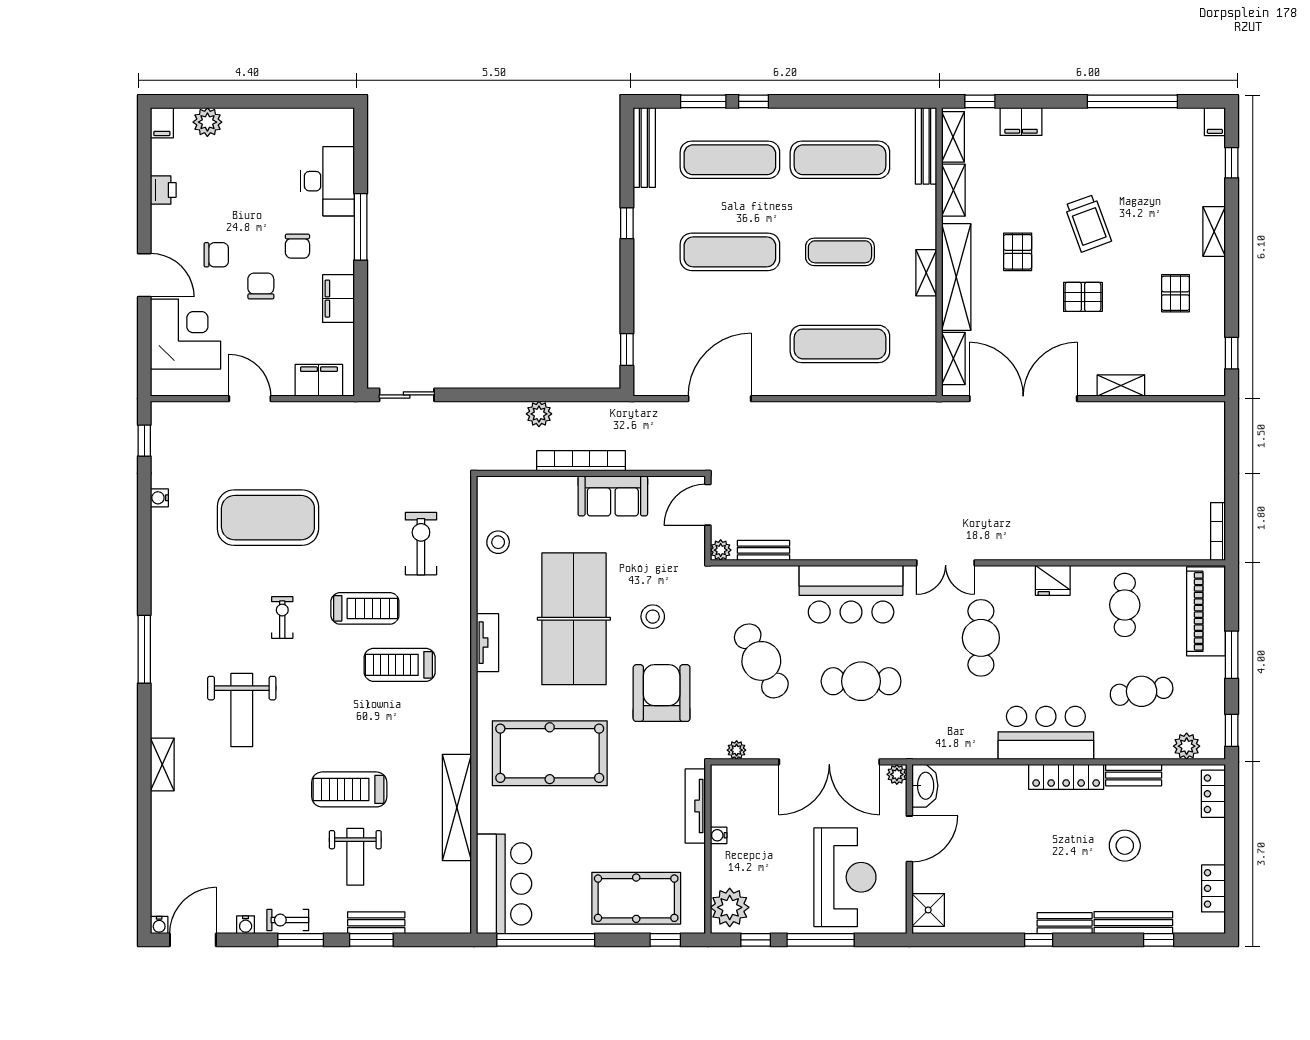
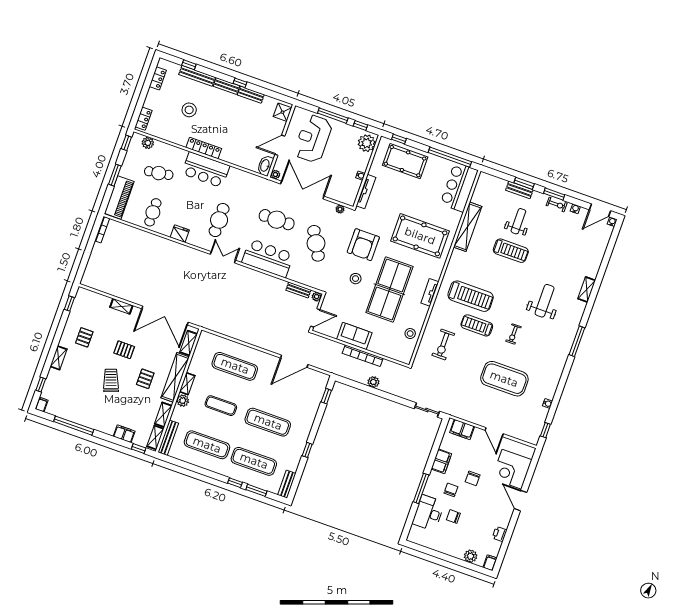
bench: (644, 147) -> (287, 484), width x0.73
plant: (923, 234) -> (183, 401), added
chair: (216, 255) -> (453, 517), moved
treadmill: (400, 665) -> (471, 296), width x1.37, depth x1.38
bench: (1134, 775) -> (251, 95), moved

